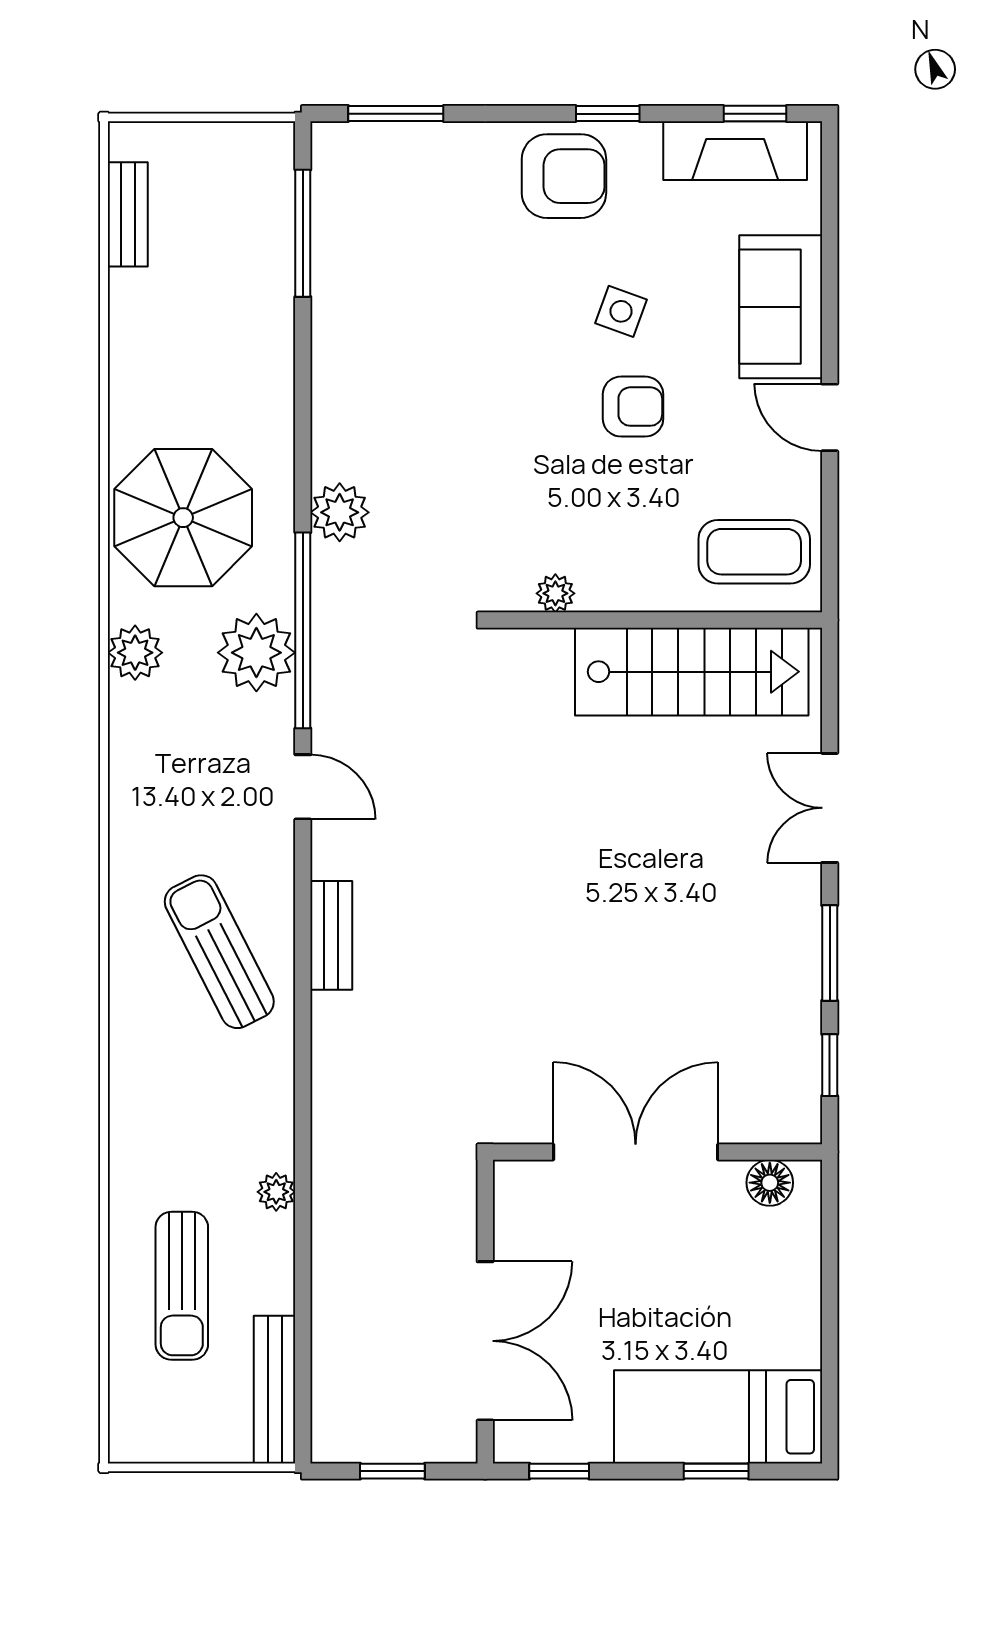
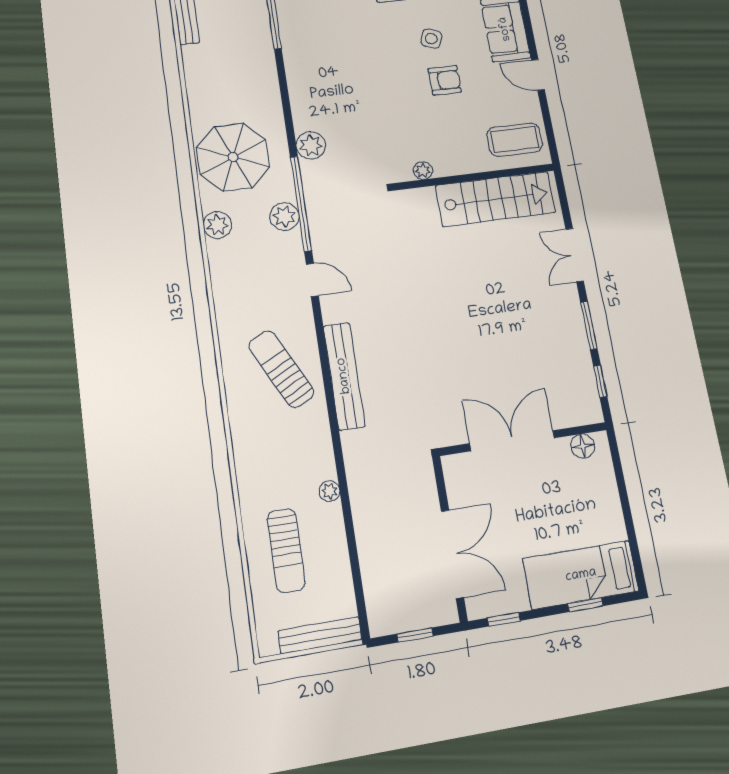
plant: (256, 653) -> (284, 216), width x0.73, depth x0.73
bench: (331, 935) -> (344, 376), width x1.86, depth x1.21
bench: (275, 1390) -> (320, 635), moved, turned 90

